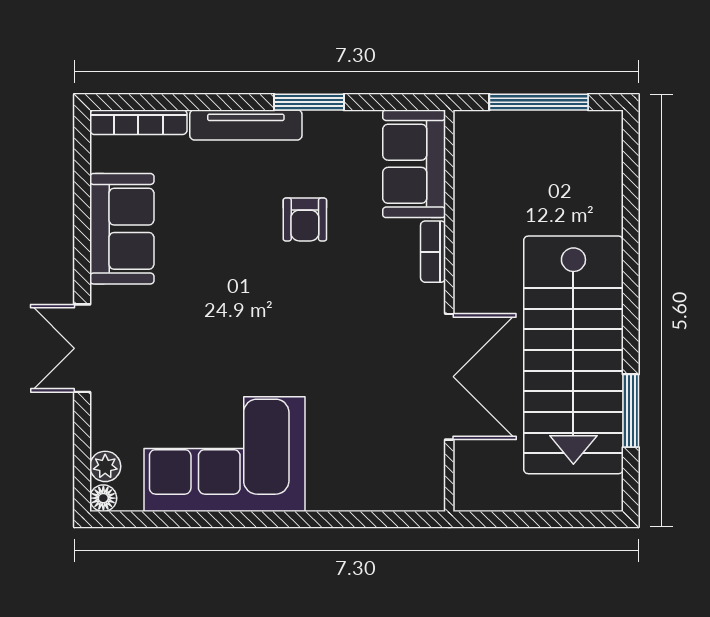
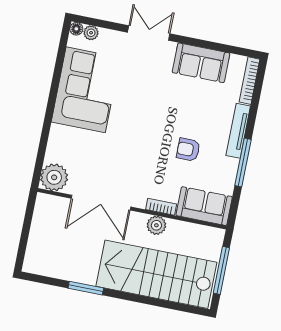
window: (309, 102) -> (243, 163), width x1.44
plant: (473, 254) -> (156, 225), added
stairs: (573, 355) -> (156, 274), moved
window: (631, 411) -> (86, 288), moved
plant: (417, 483) -> (54, 177), added

